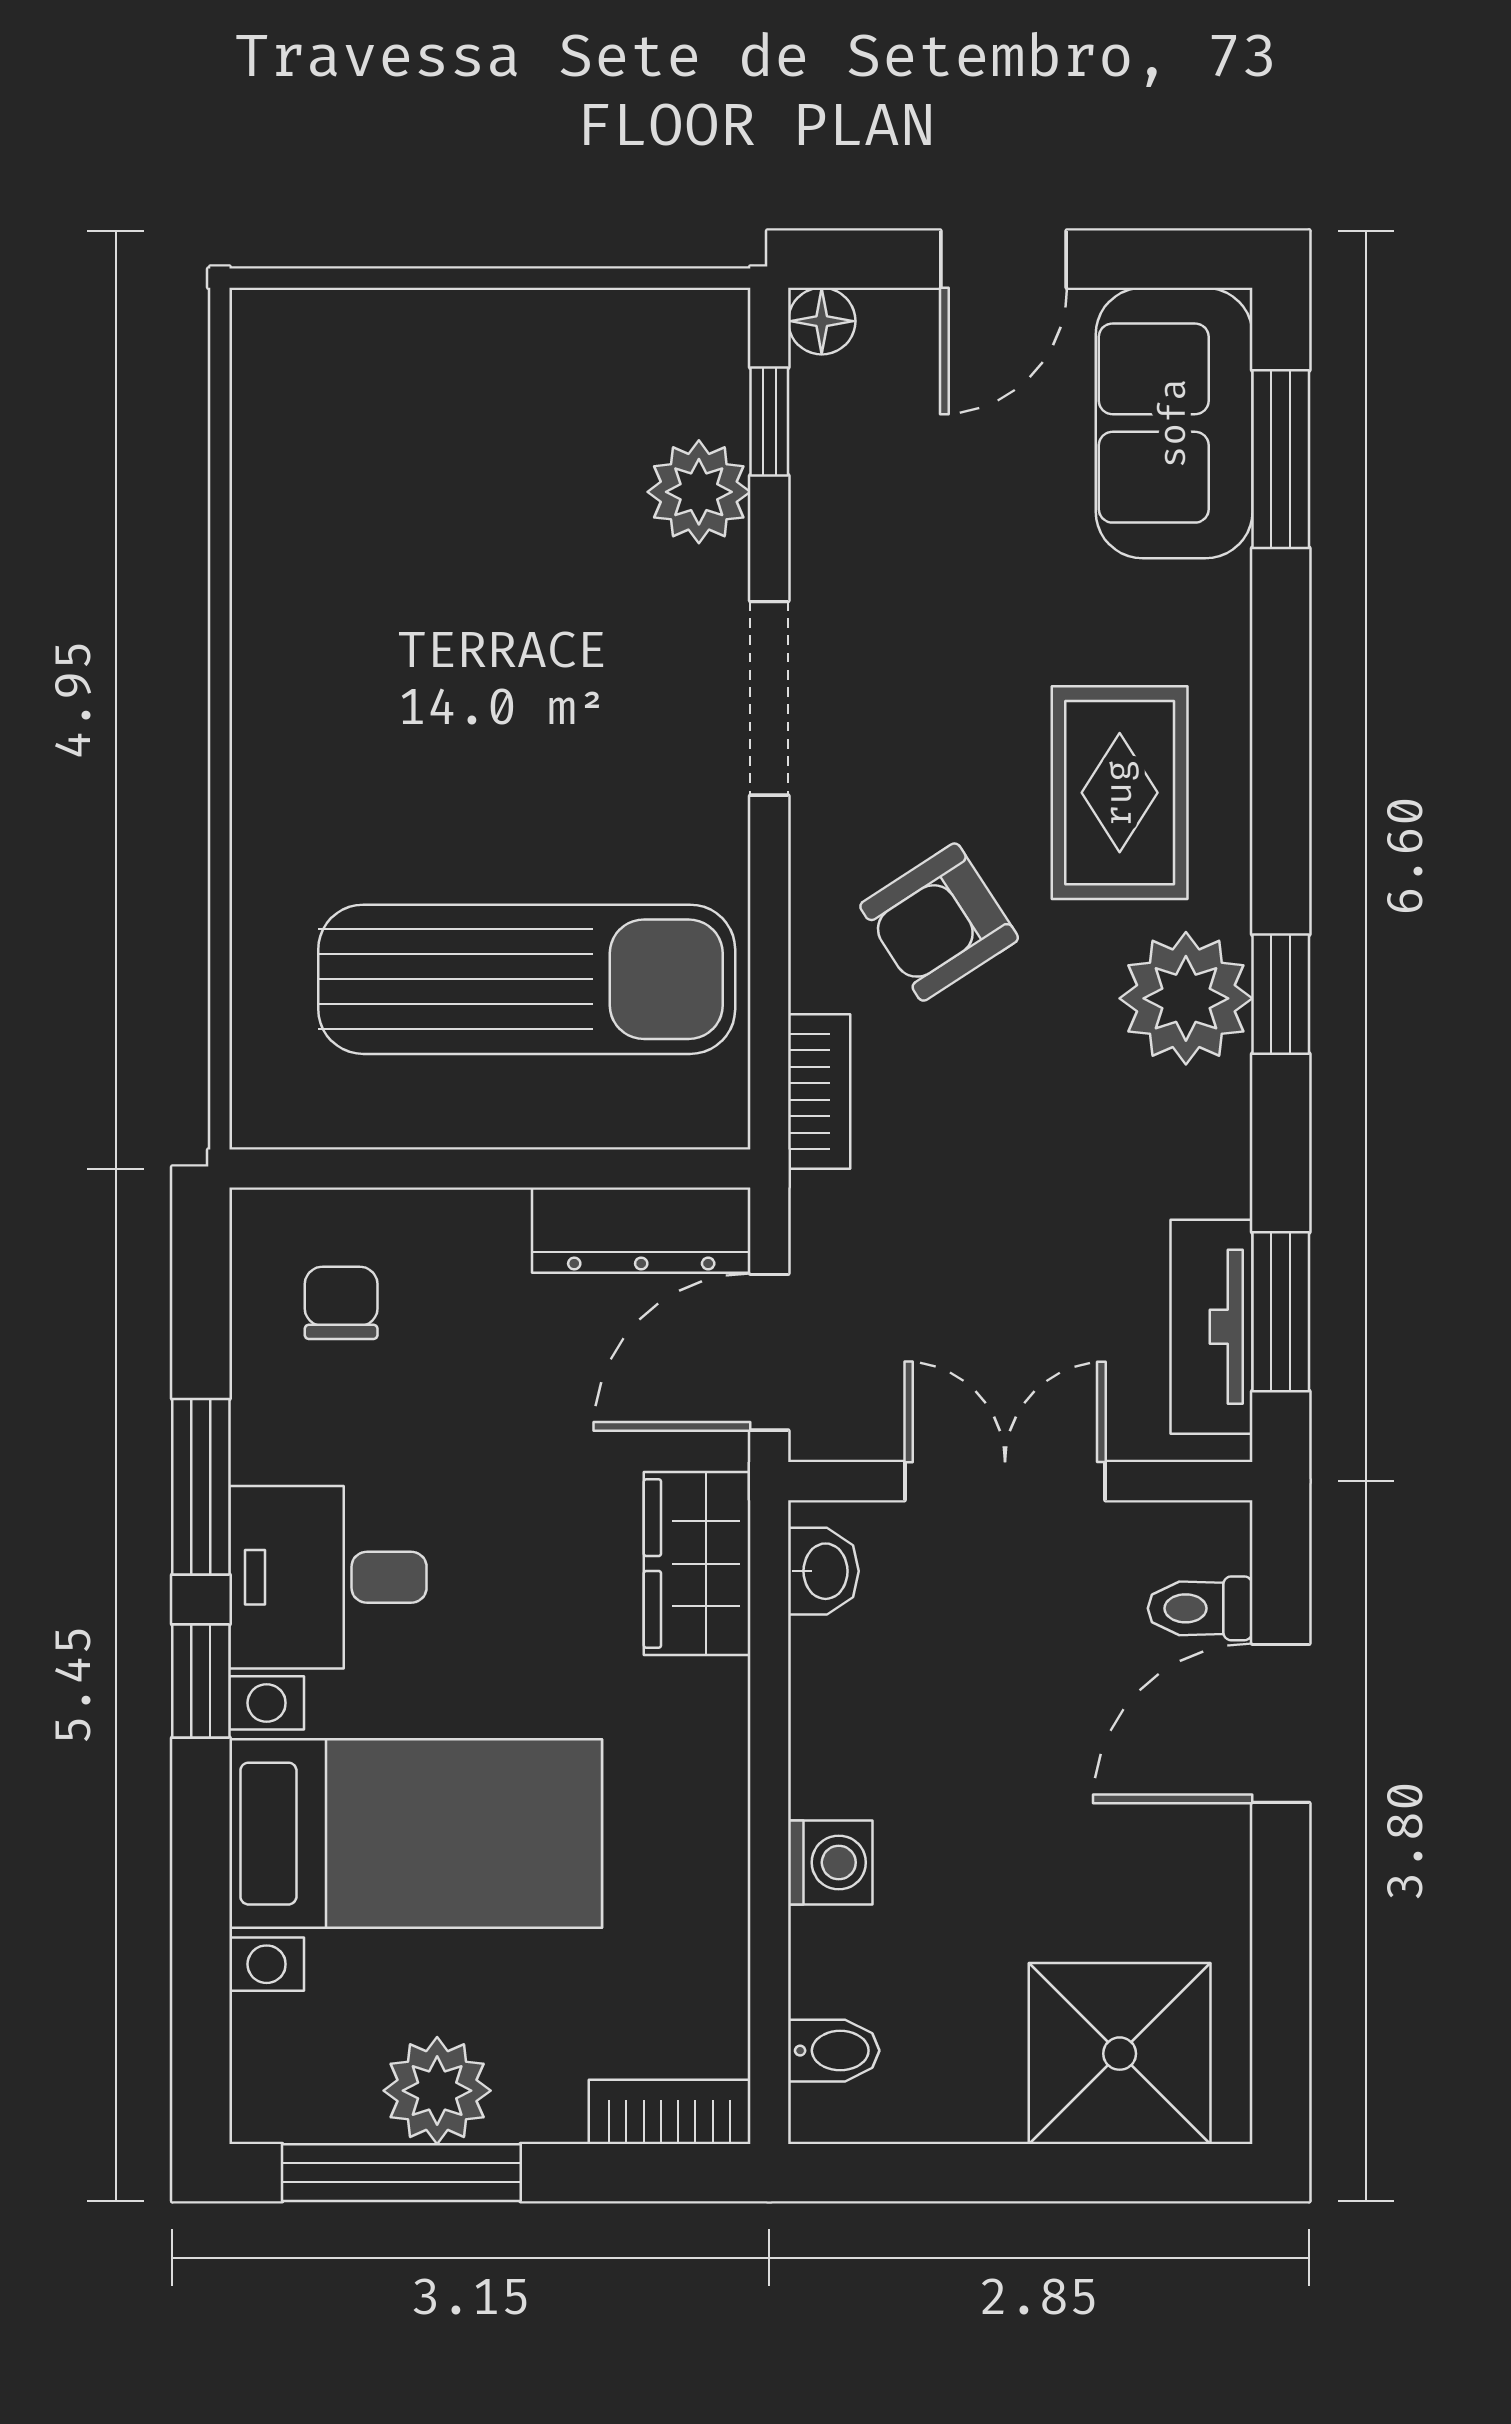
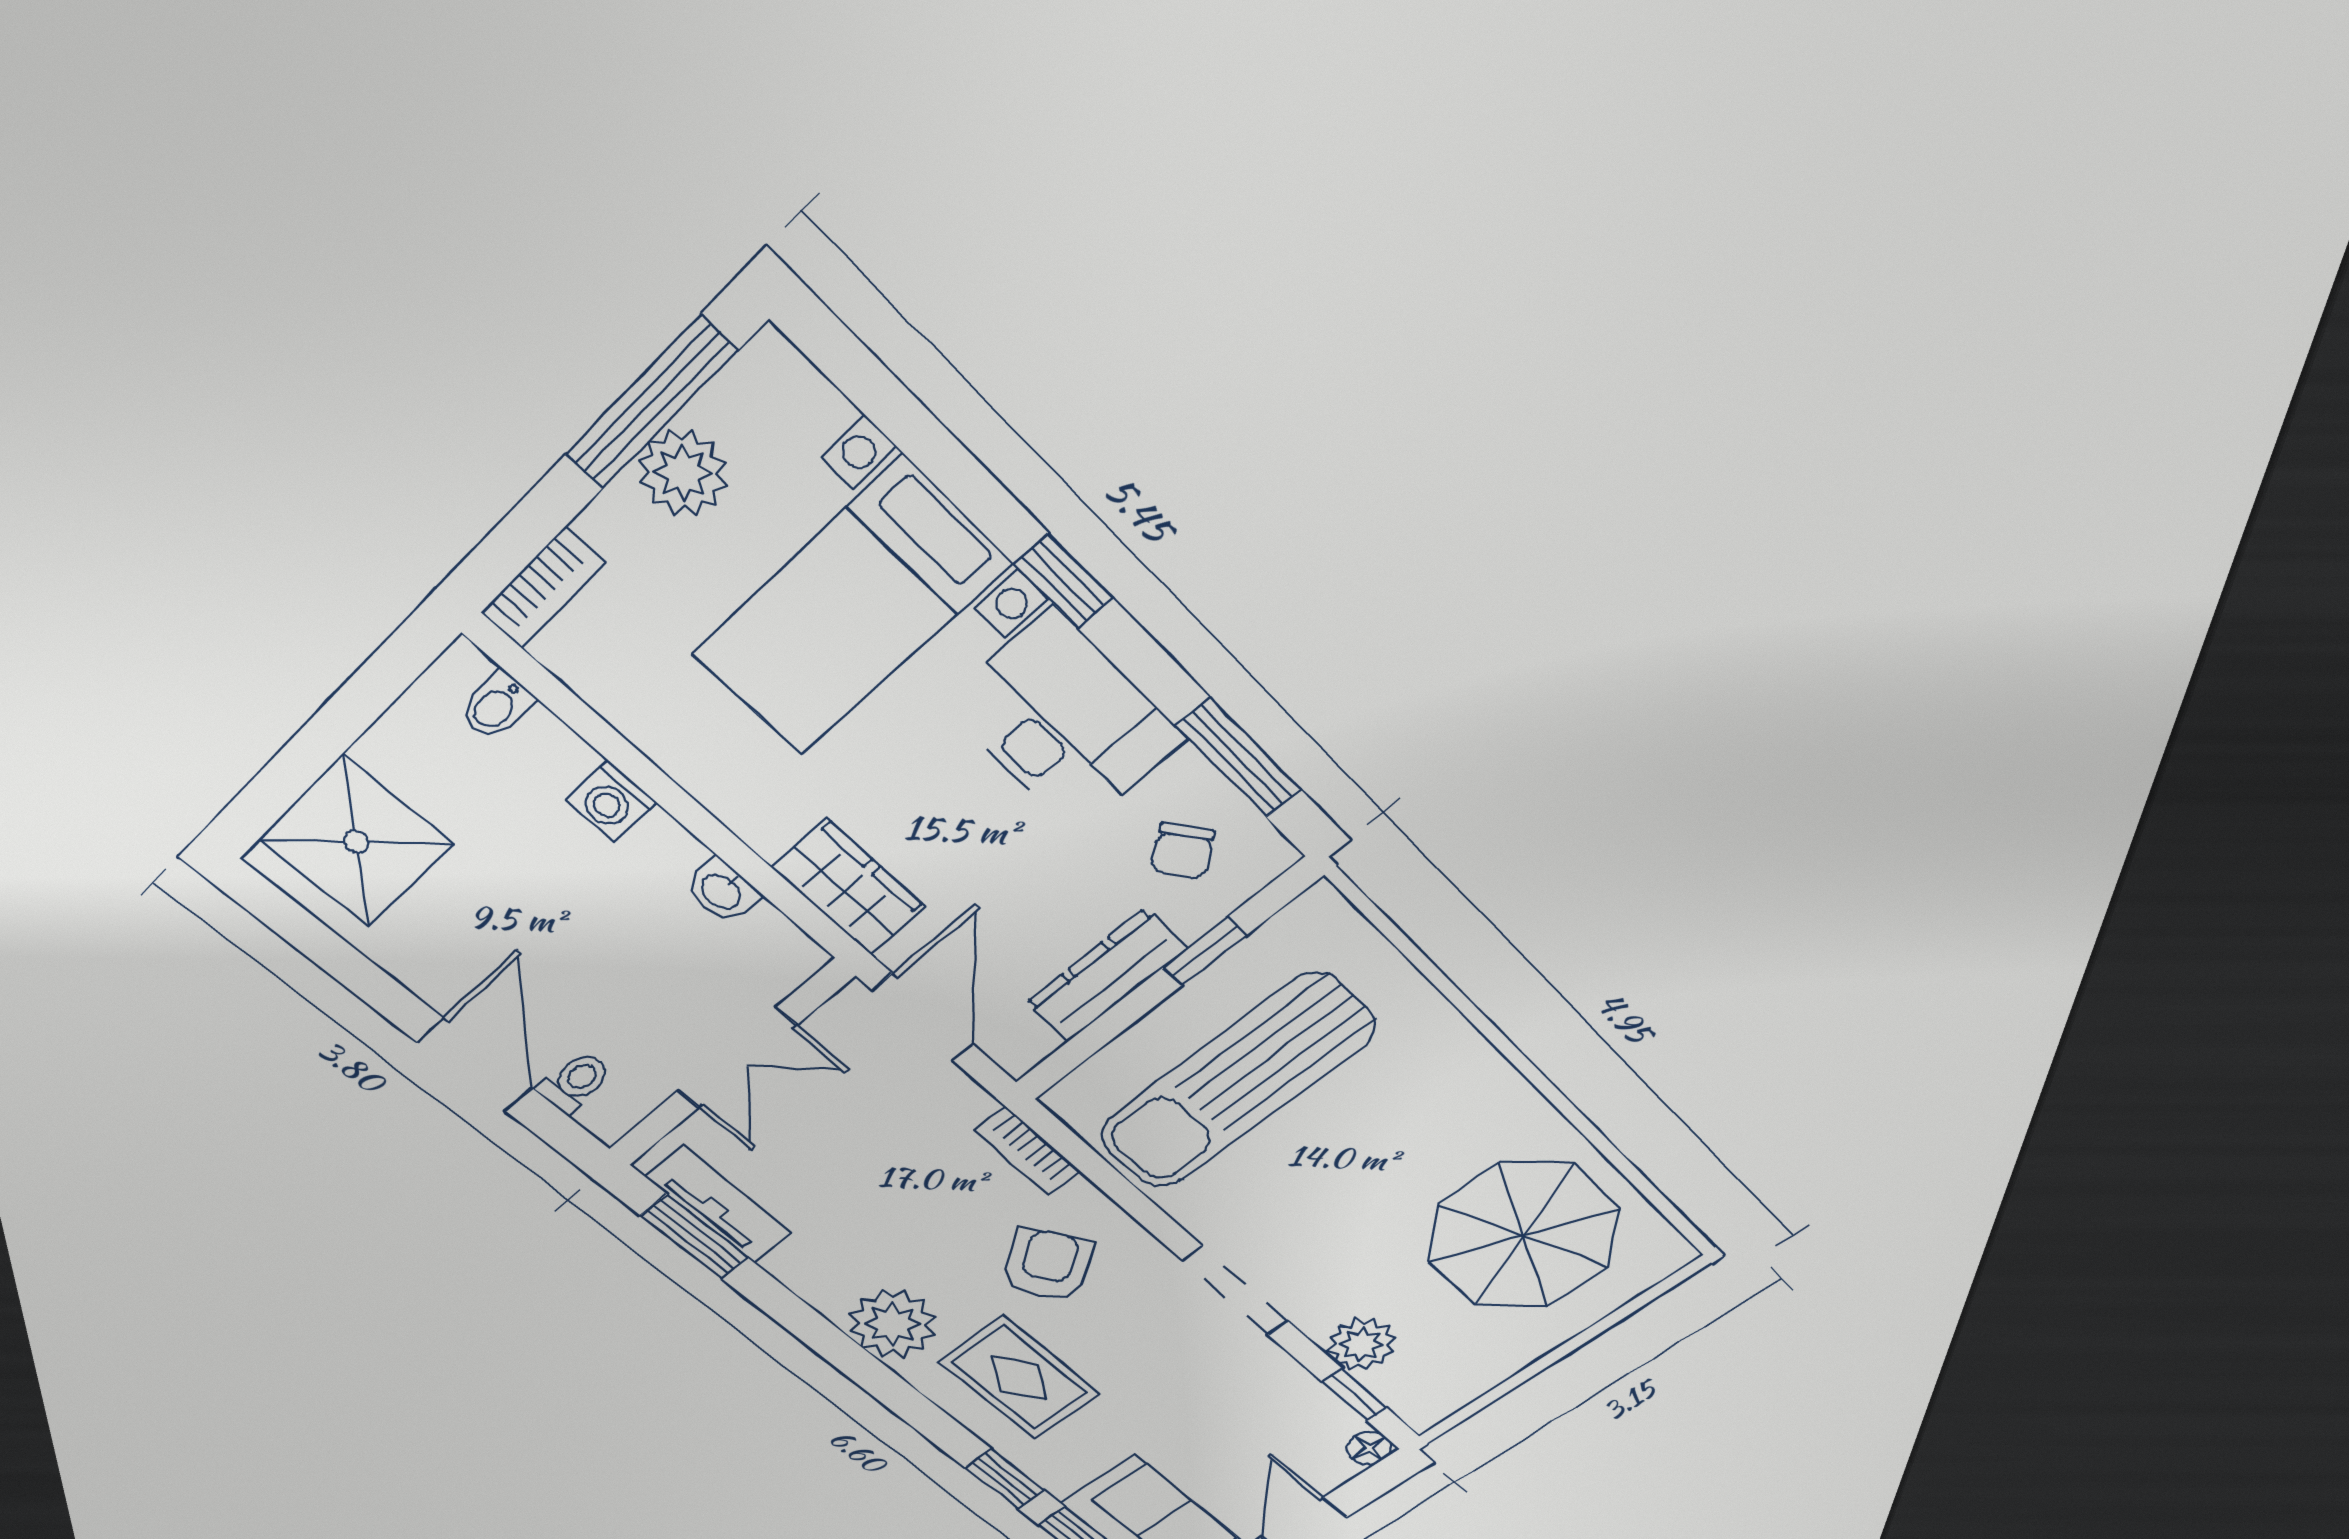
parasol: (398, 493) -> (1523, 1236), added
window: (1281, 994) -> (1005, 1479), moved
window: (420, 1169) -> (1205, 951), added
dresser: (641, 1230) -> (1106, 976), moved
chair: (341, 1303) -> (1182, 851), turned 53
window: (201, 1487) -> (1239, 758), moved
washbasin: (823, 1571) -> (722, 891), moved
desk: (328, 1577) -> (1064, 722), width x1.37

